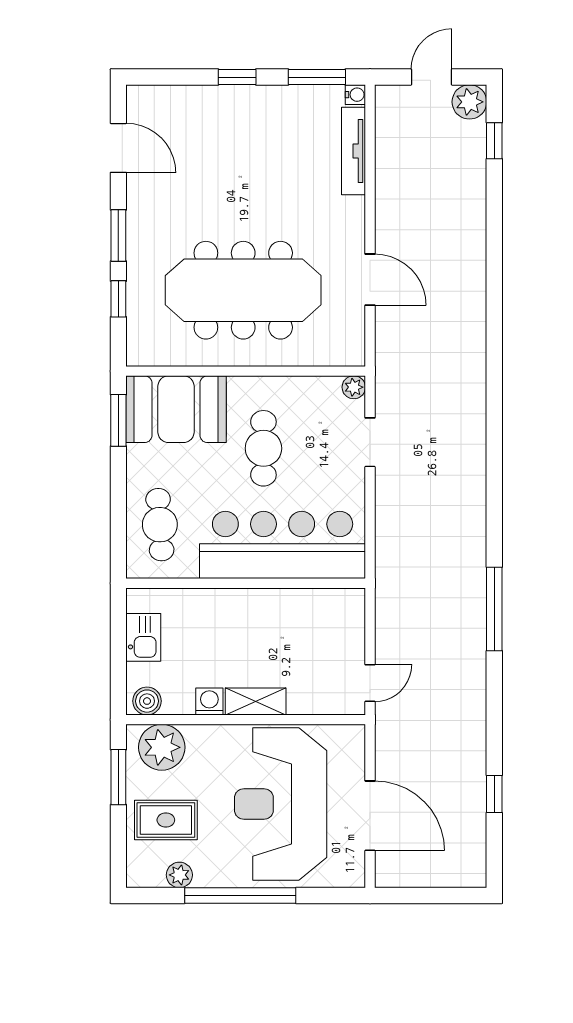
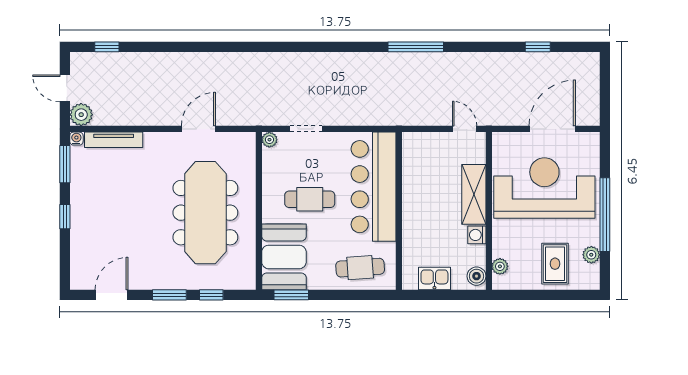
plant: (469, 102) -> (81, 115), moved
shelving: (256, 701) -> (474, 194), width x1.50, depth x1.33
plant: (162, 747) -> (500, 266), width x0.53, depth x0.53
window: (118, 777) -> (527, 295), removed
reception desk: (281, 804) -> (544, 188), turned 180

